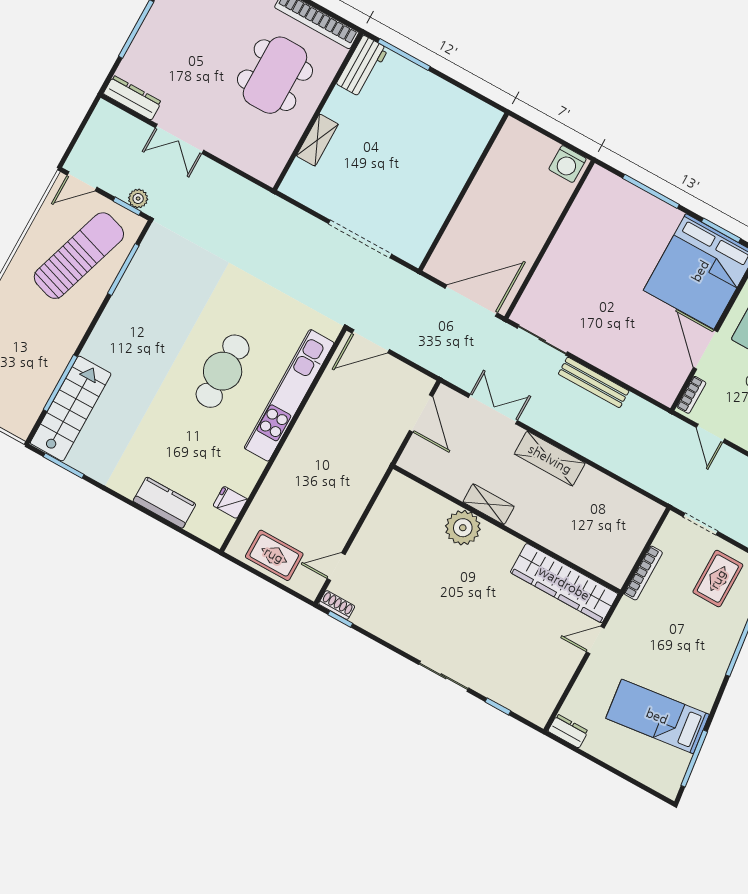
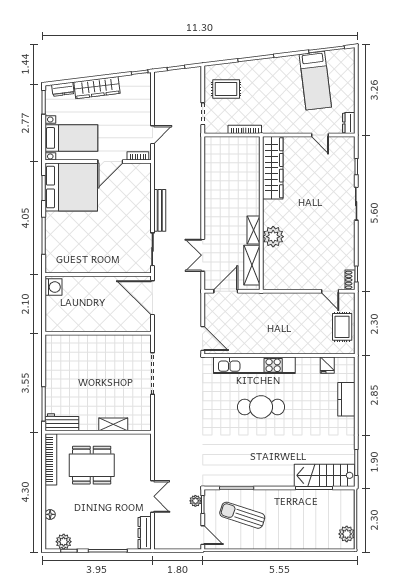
sun lounger: (79, 256) -> (242, 515), width x0.73, depth x0.75
shelving: (550, 459) -> (252, 265), moved
door: (595, 640) -> (320, 135), moved

